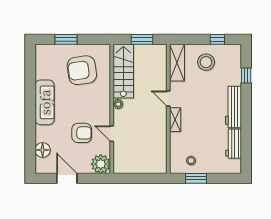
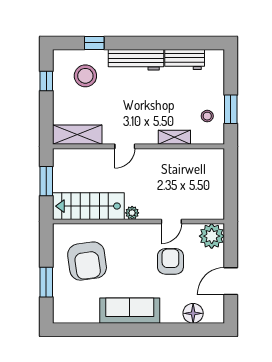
stool: (206, 62) -> (85, 76), moved
shelving: (175, 120) -> (174, 137), moved

